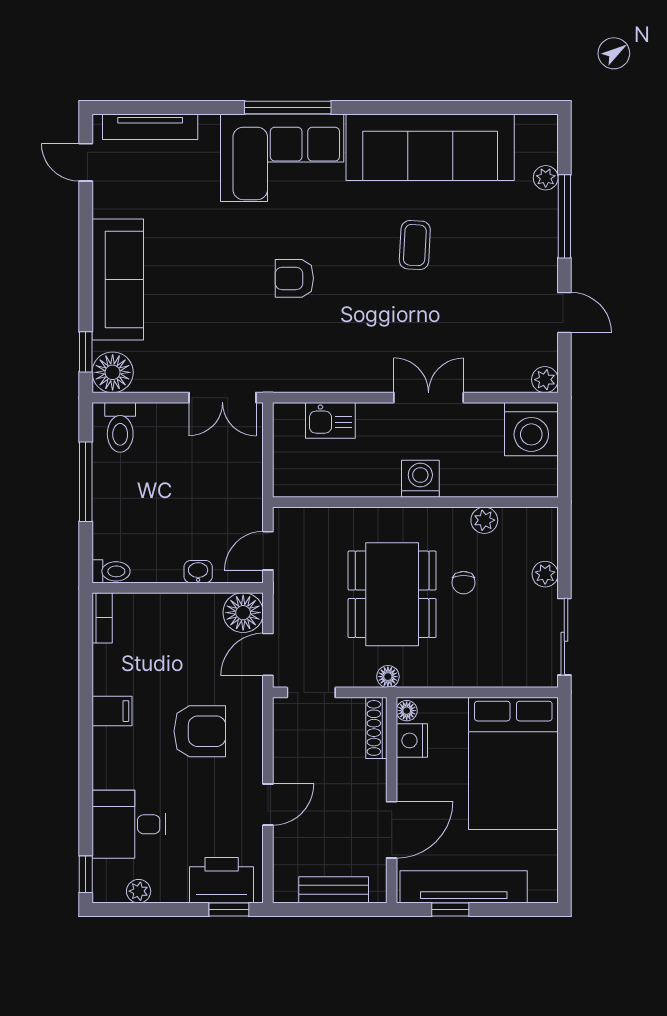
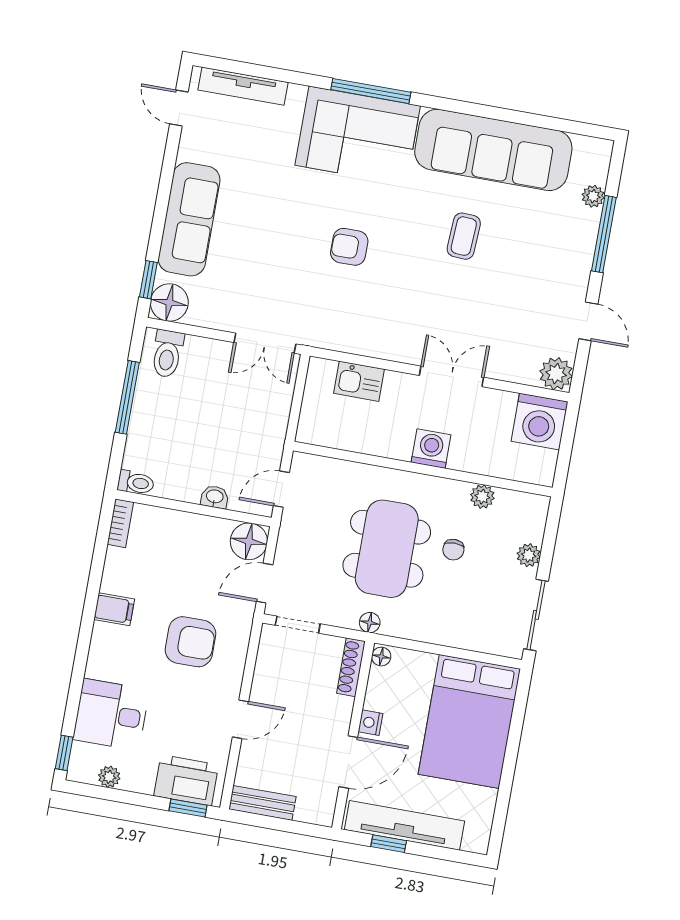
plant: (545, 380) -> (556, 374), width x1.38, depth x1.38
nightstand: (412, 740) -> (371, 723), moved, width x0.72, depth x0.74
bench: (334, 890) -> (262, 803), moved

